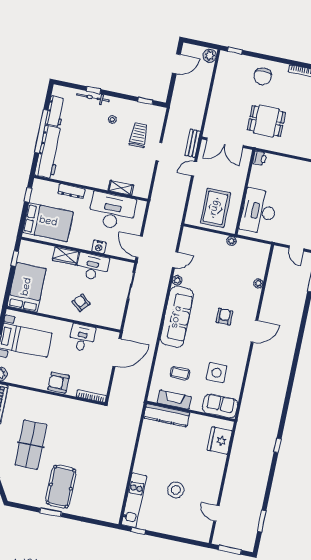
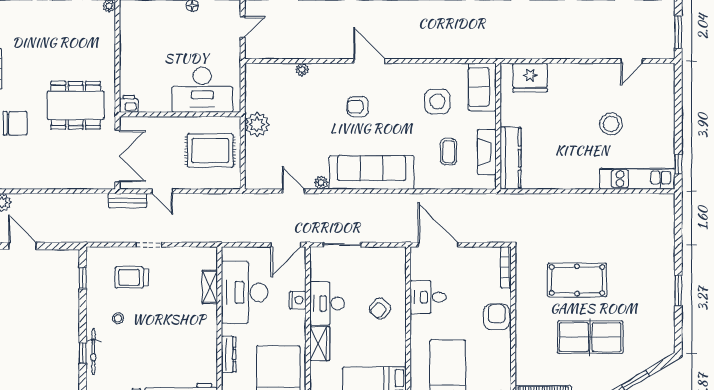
dining table: (266, 121) -> (76, 105), width x1.38
plant: (231, 241) -> (257, 125), width x1.88, depth x1.88
armchair: (58, 383) -> (497, 317), turned 180
pool table: (61, 487) -> (577, 280), moved

